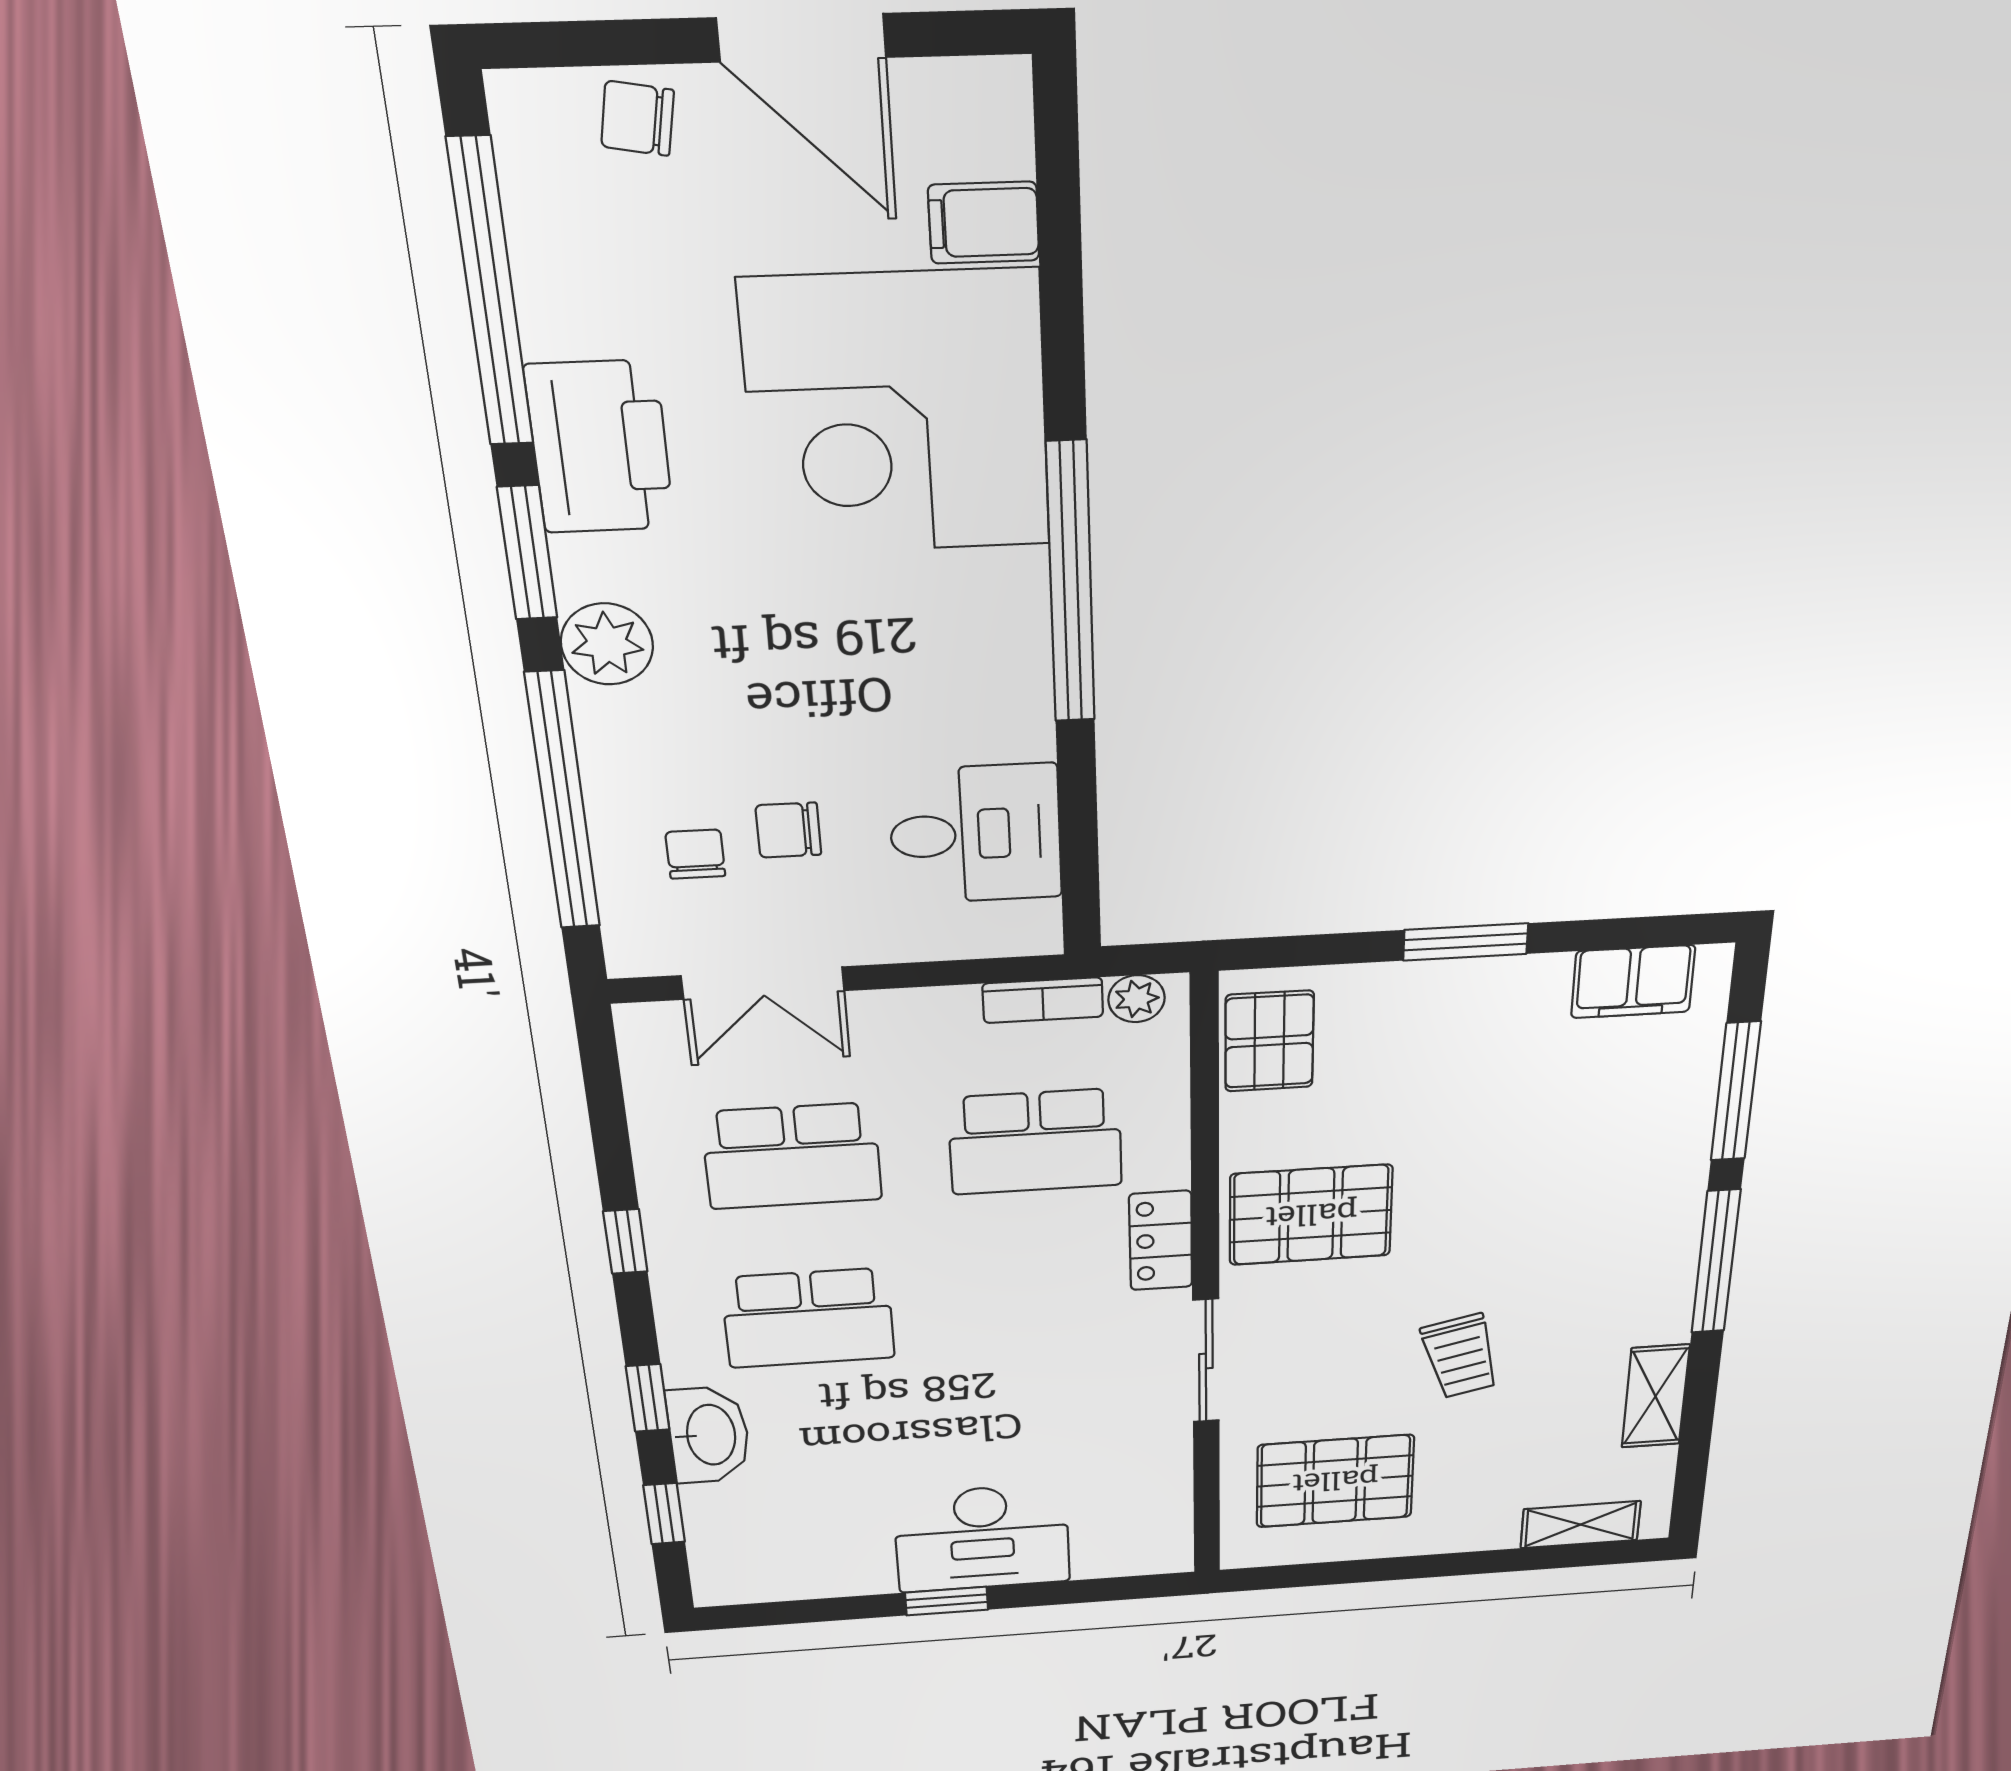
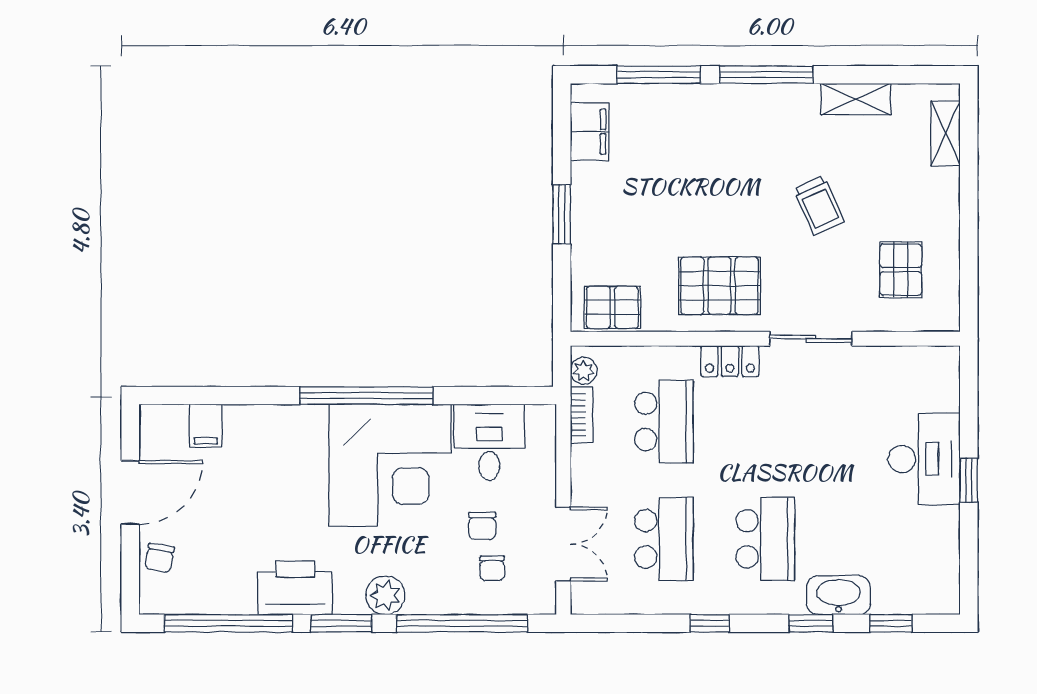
corner desk: (897, 414) -> (390, 465), moved
chair: (695, 854) -> (492, 568), turned -90
pallet: (1311, 1215) -> (719, 286), turned 90
trolley: (1460, 1356) -> (819, 205), turned 80
pallet: (1335, 1481) -> (901, 270), width x0.67, depth x0.71

